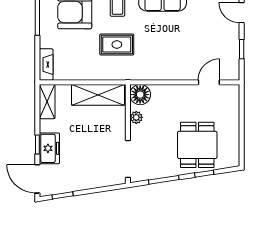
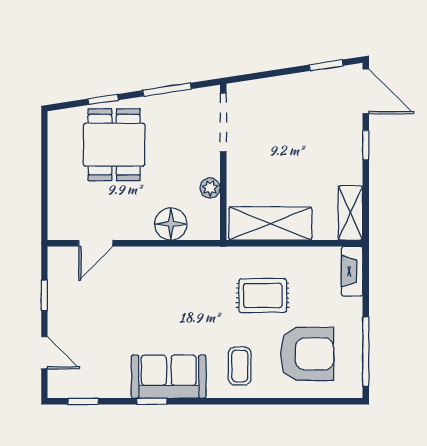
rug: (117, 45) -> (263, 296), moved
floor lamp: (140, 95) -> (171, 224), moved
freezer: (49, 148) -> (347, 139), removed

